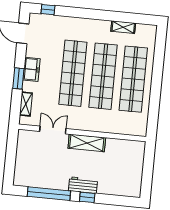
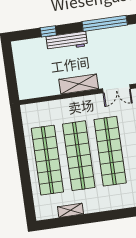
workbench: (83, 185) -> (67, 41), width x1.37
window: (87, 197) -> (48, 31), moved

